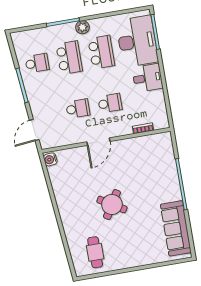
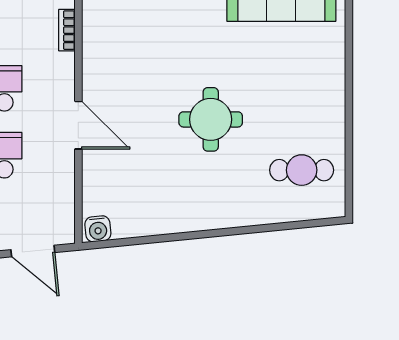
round table: (112, 205) -> (211, 119), turned -31

